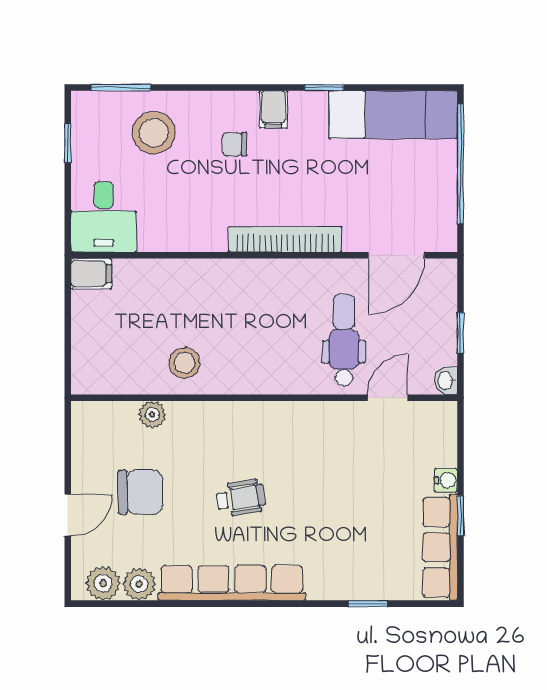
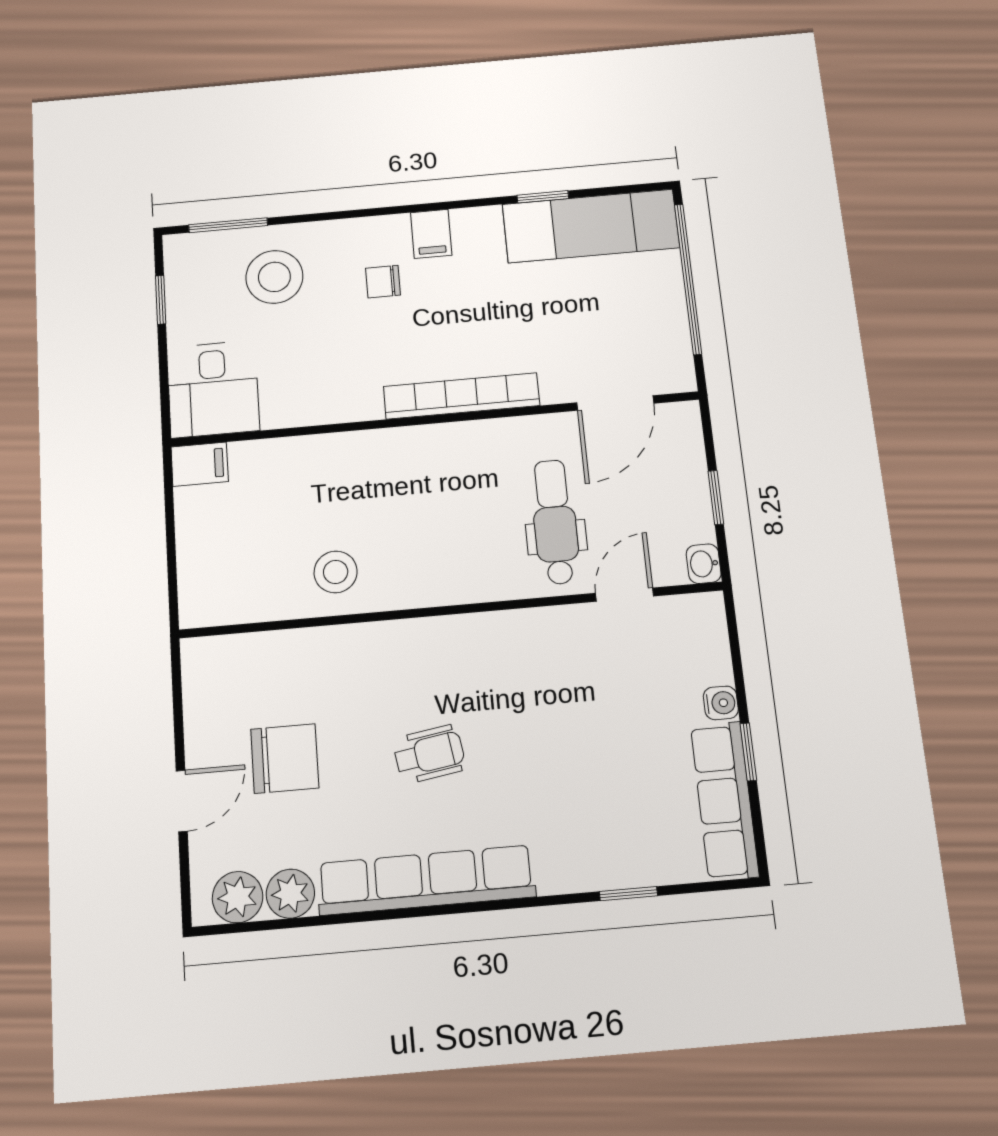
window: (324, 87) -> (543, 197), moved
plant: (152, 414) -> (295, 647), removed

